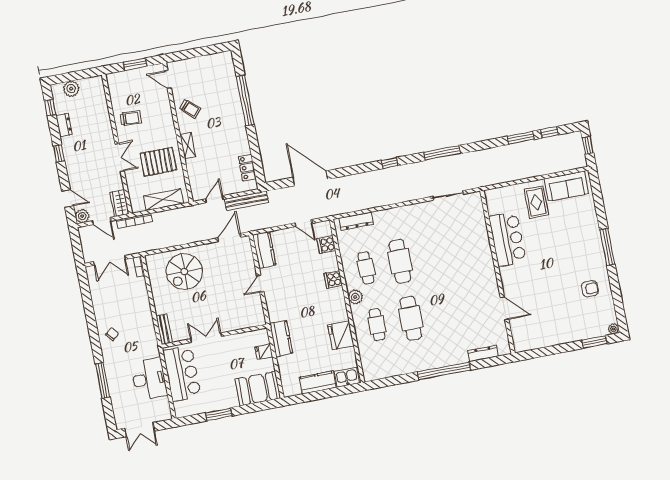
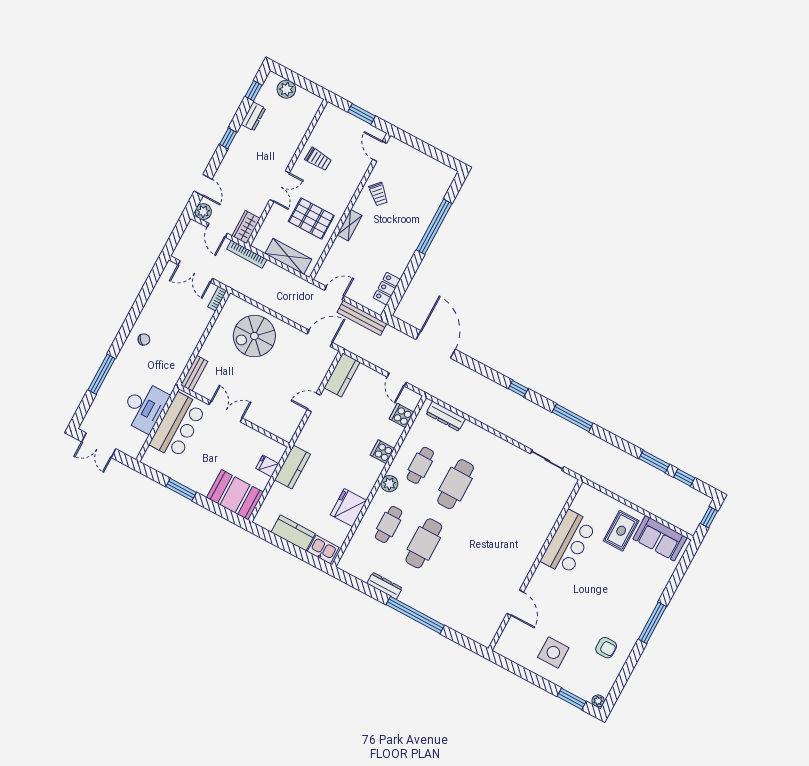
side table: (557, 321) -> (553, 652), added
dresser: (483, 354) -> (384, 586), moved

